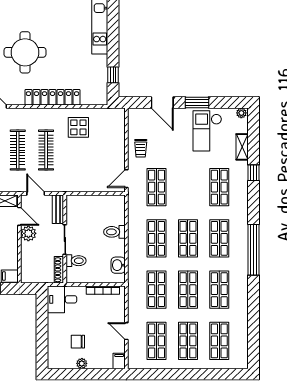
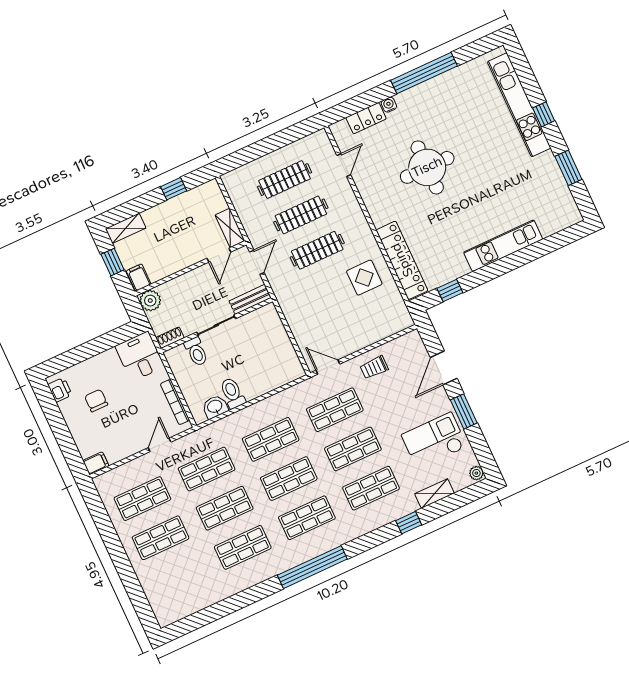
locker: (52, 97) -> (402, 260), moved
toilet: (114, 232) -> (232, 393), moved
plant: (28, 233) -> (150, 301), moved
shoe rack: (59, 270) -> (170, 338), width x0.70
door: (126, 331) -> (160, 445), moved
shop shelf: (219, 341) -> (353, 449), moved
printer: (60, 362) -> (60, 390), added
plant: (82, 363) -> (71, 418), removed

